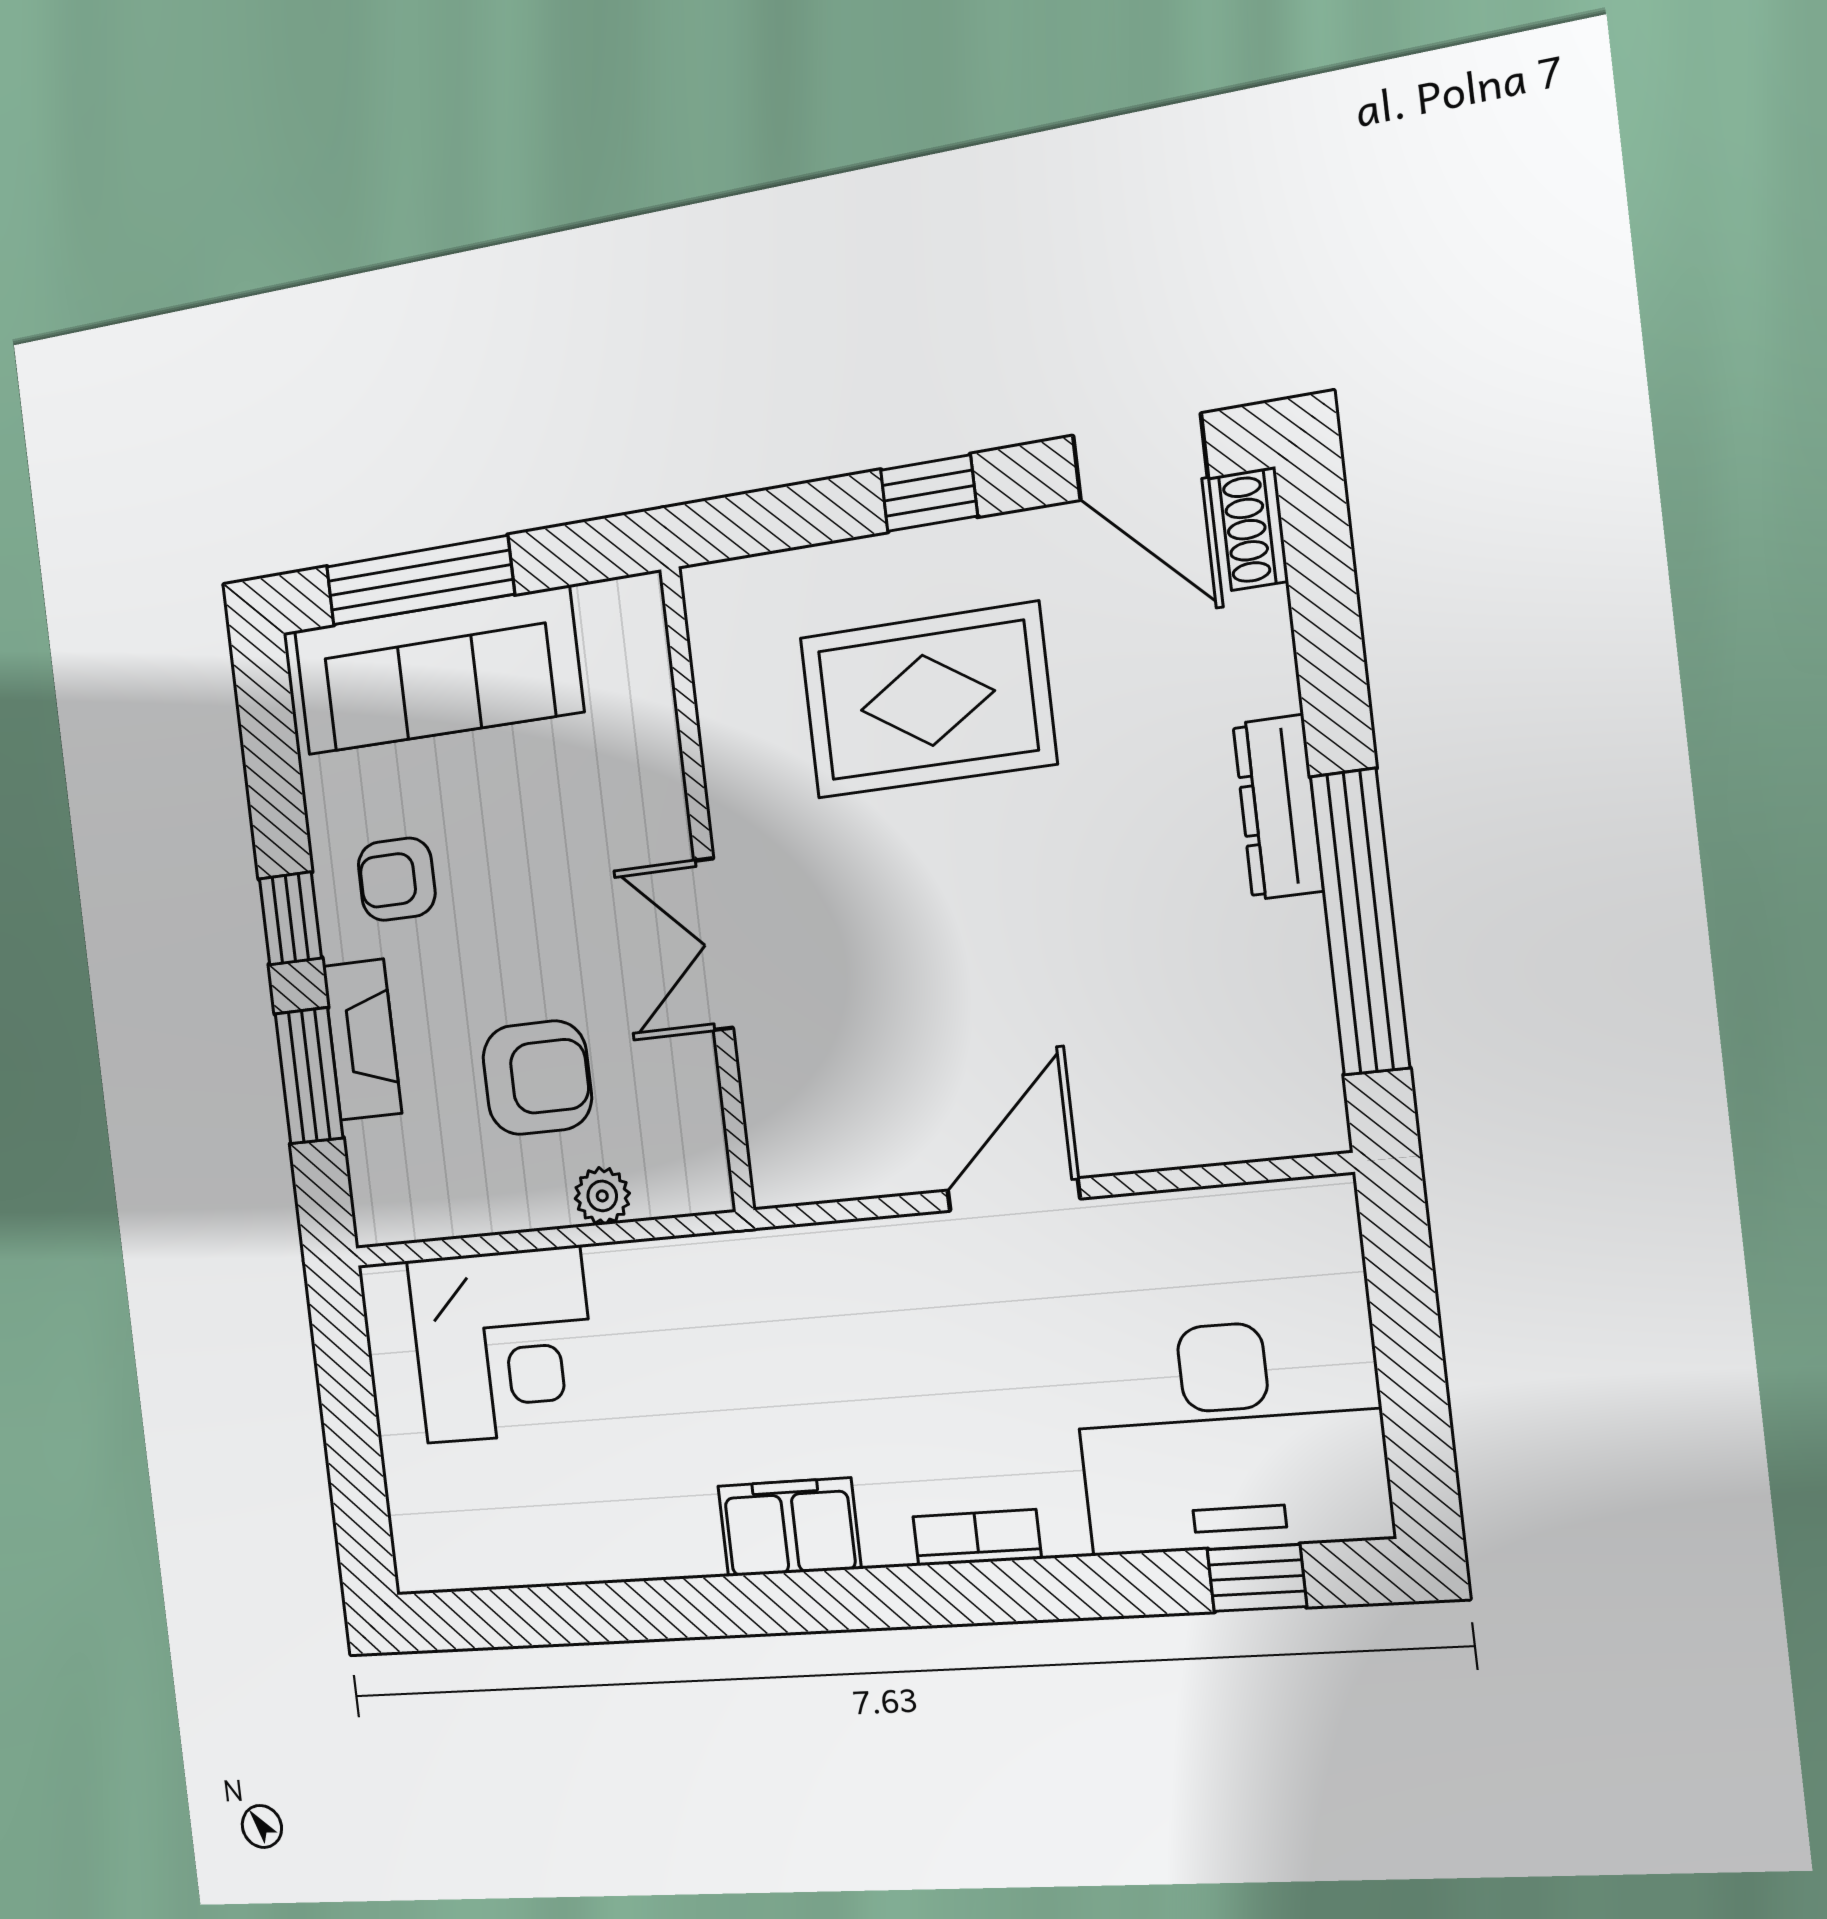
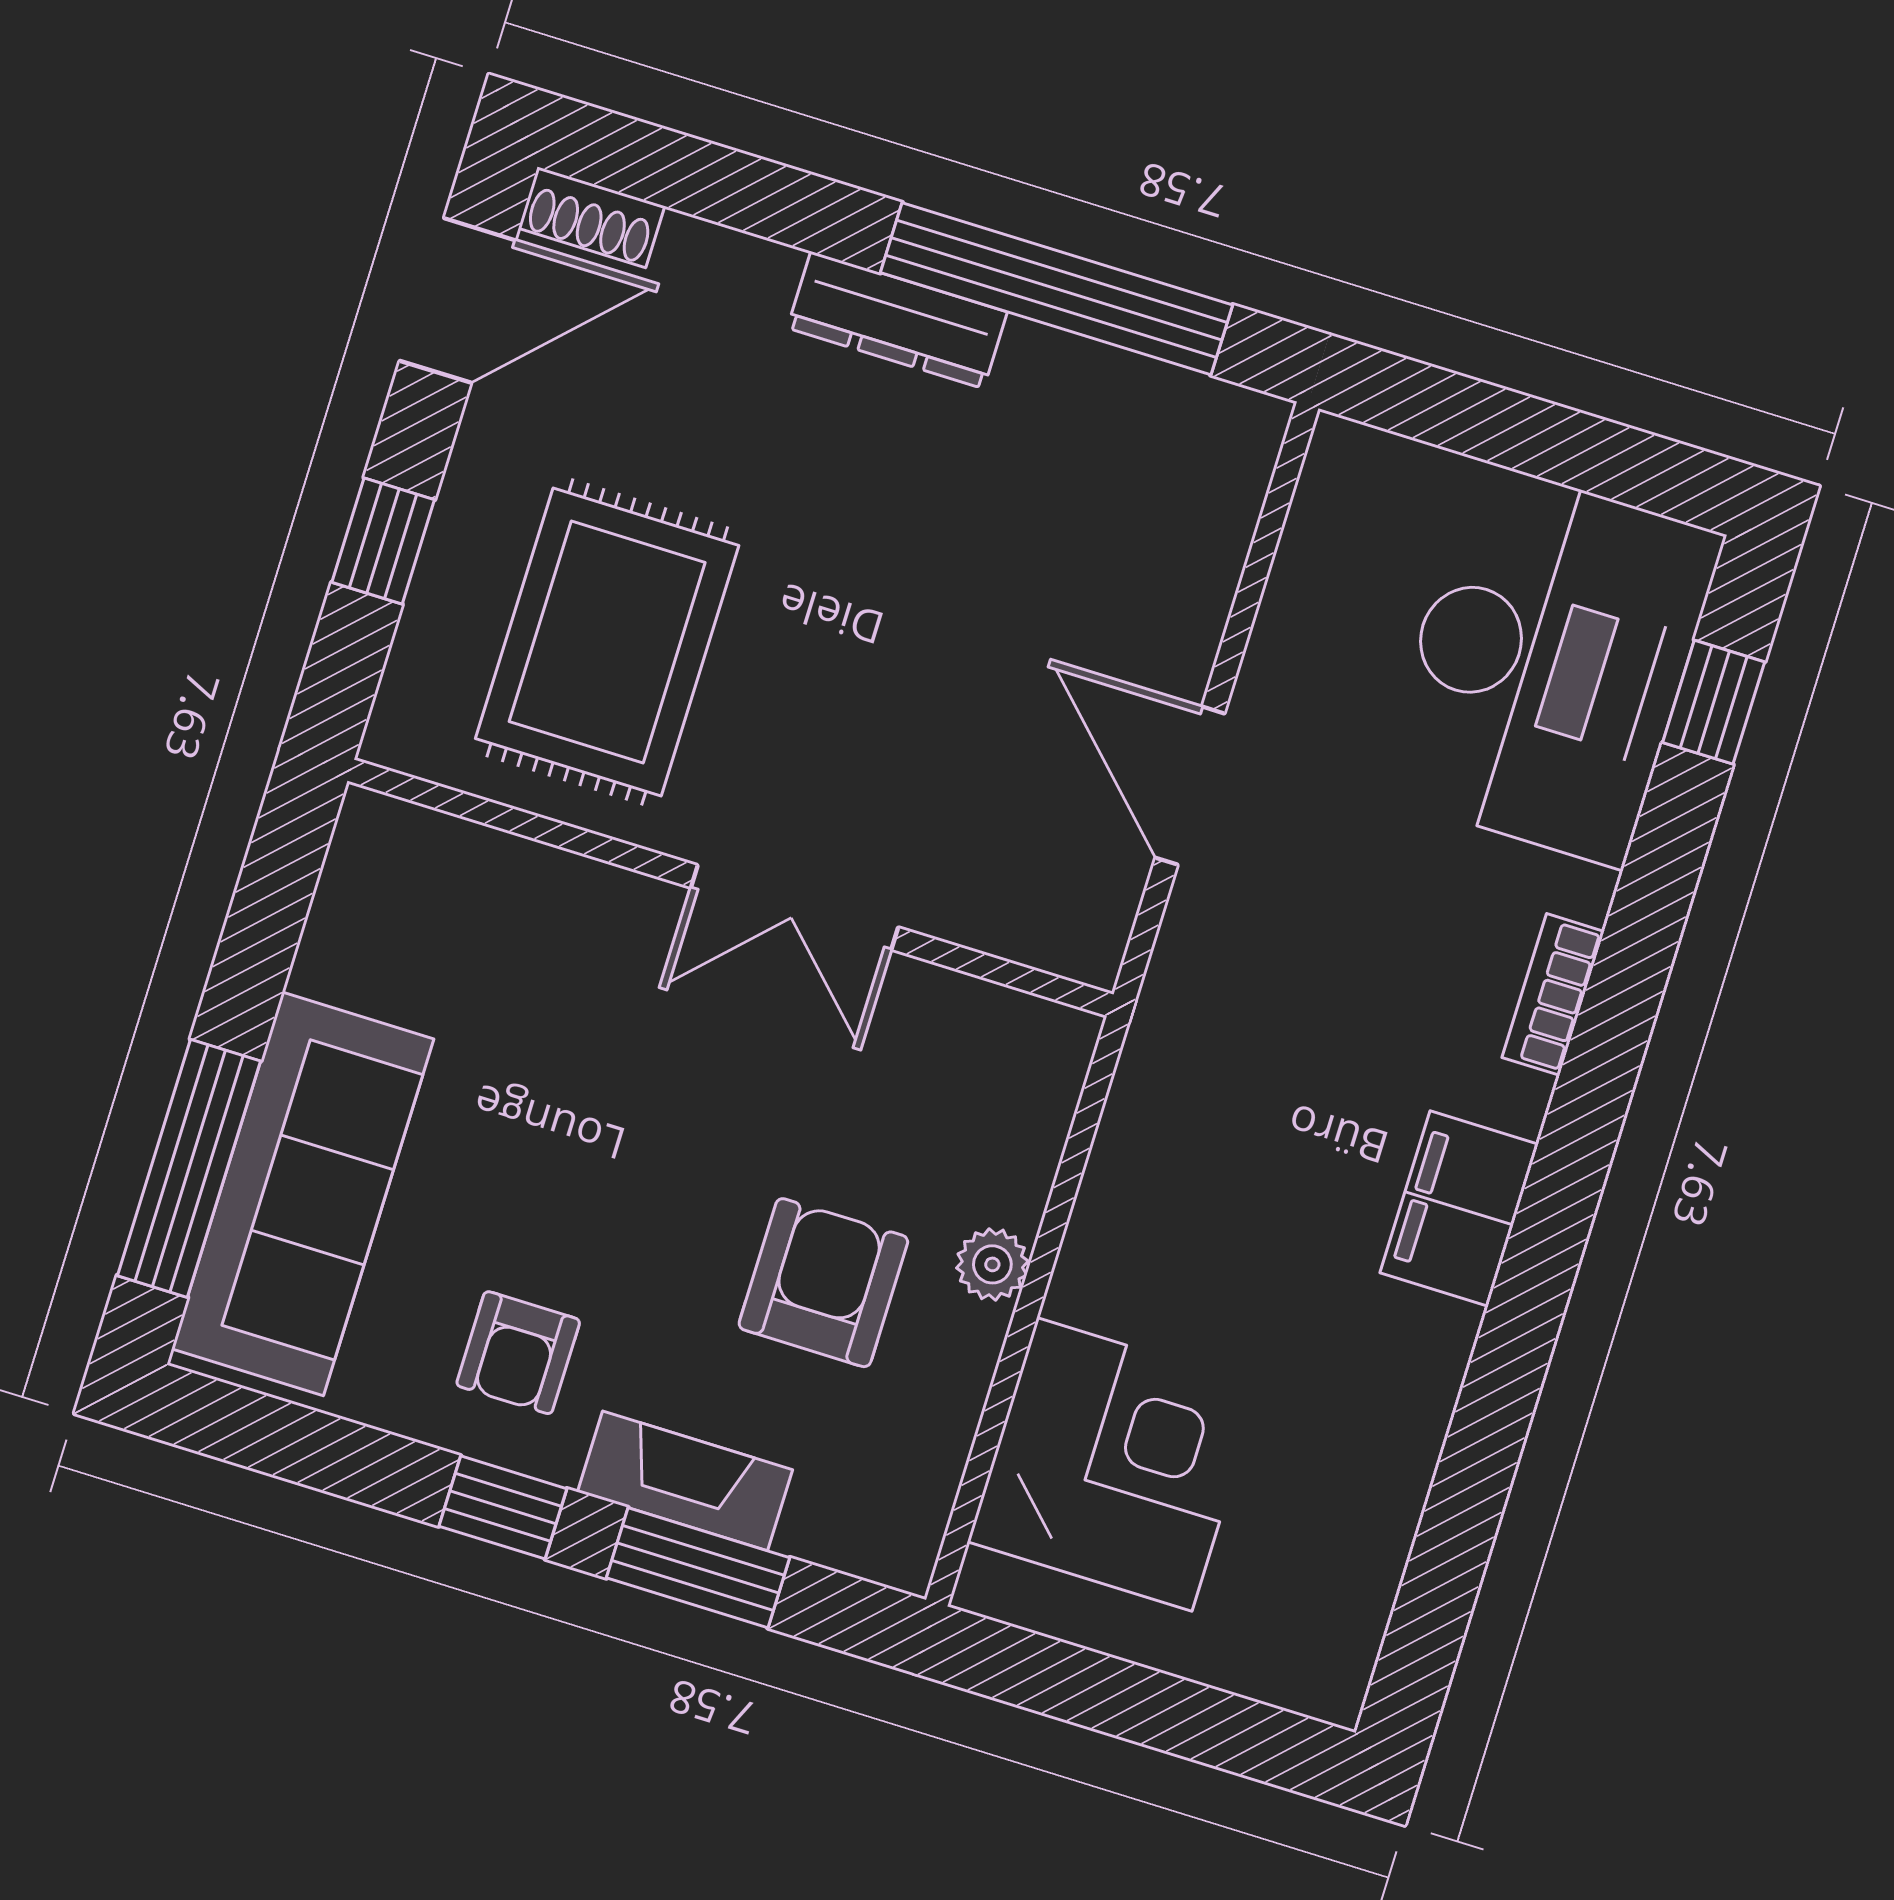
wall: (707, 890) -> (730, 888), moved
double door: (714, 944) -> (794, 907), moved

